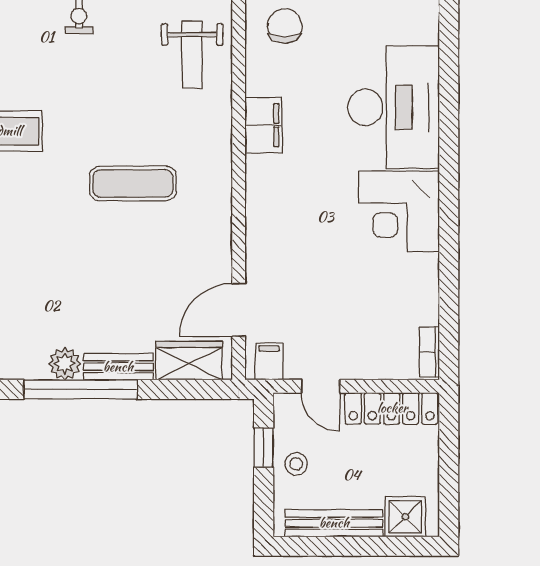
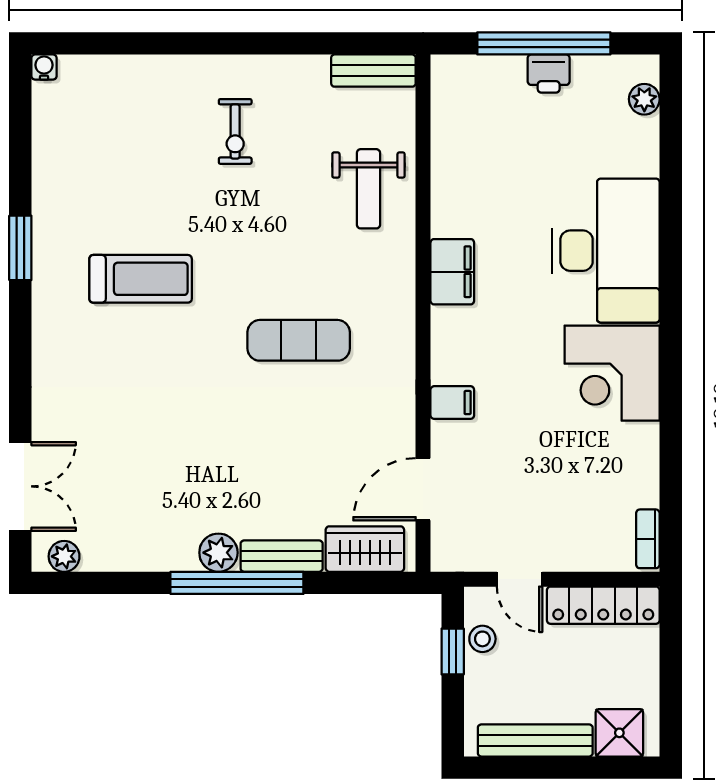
chair: (285, 26) -> (477, 155), removed
filing cabinet: (269, 361) -> (452, 403), moved, turned 90
stool: (296, 464) -> (482, 639), moved

